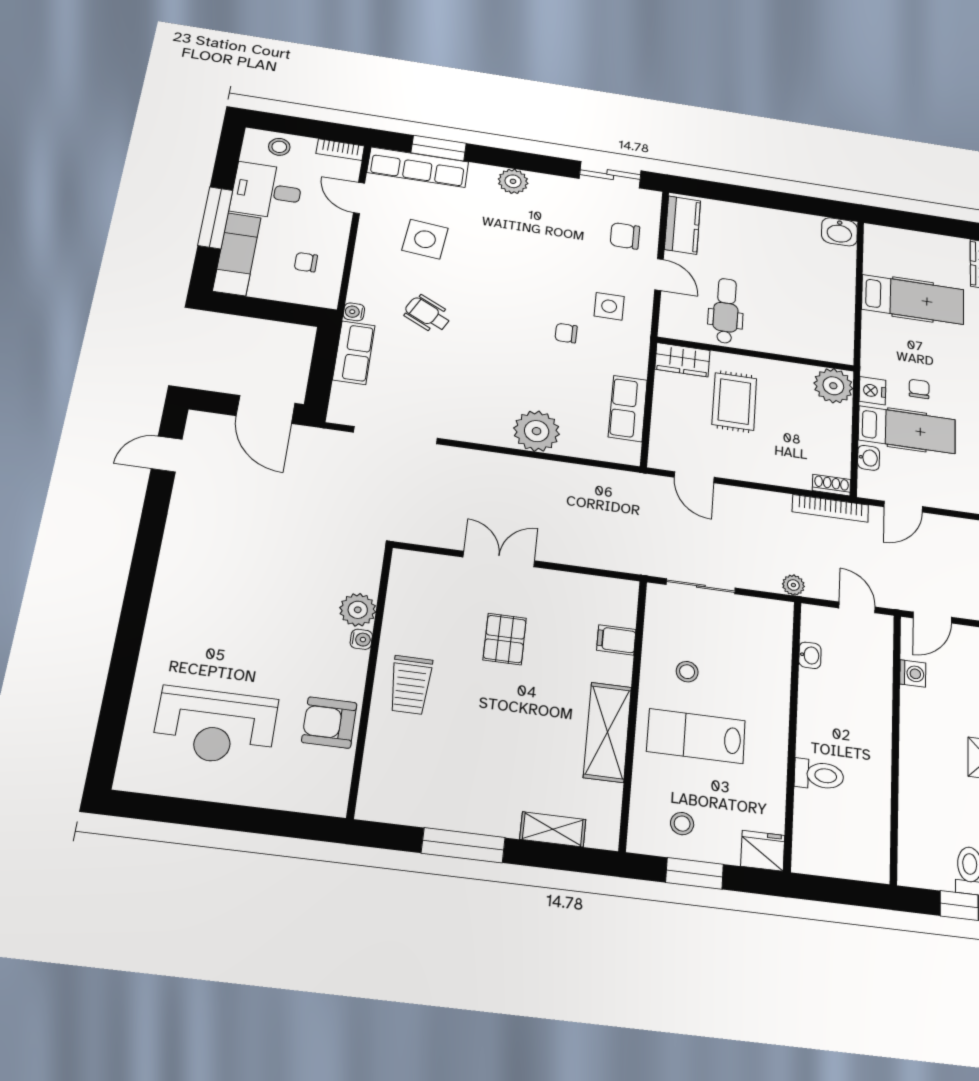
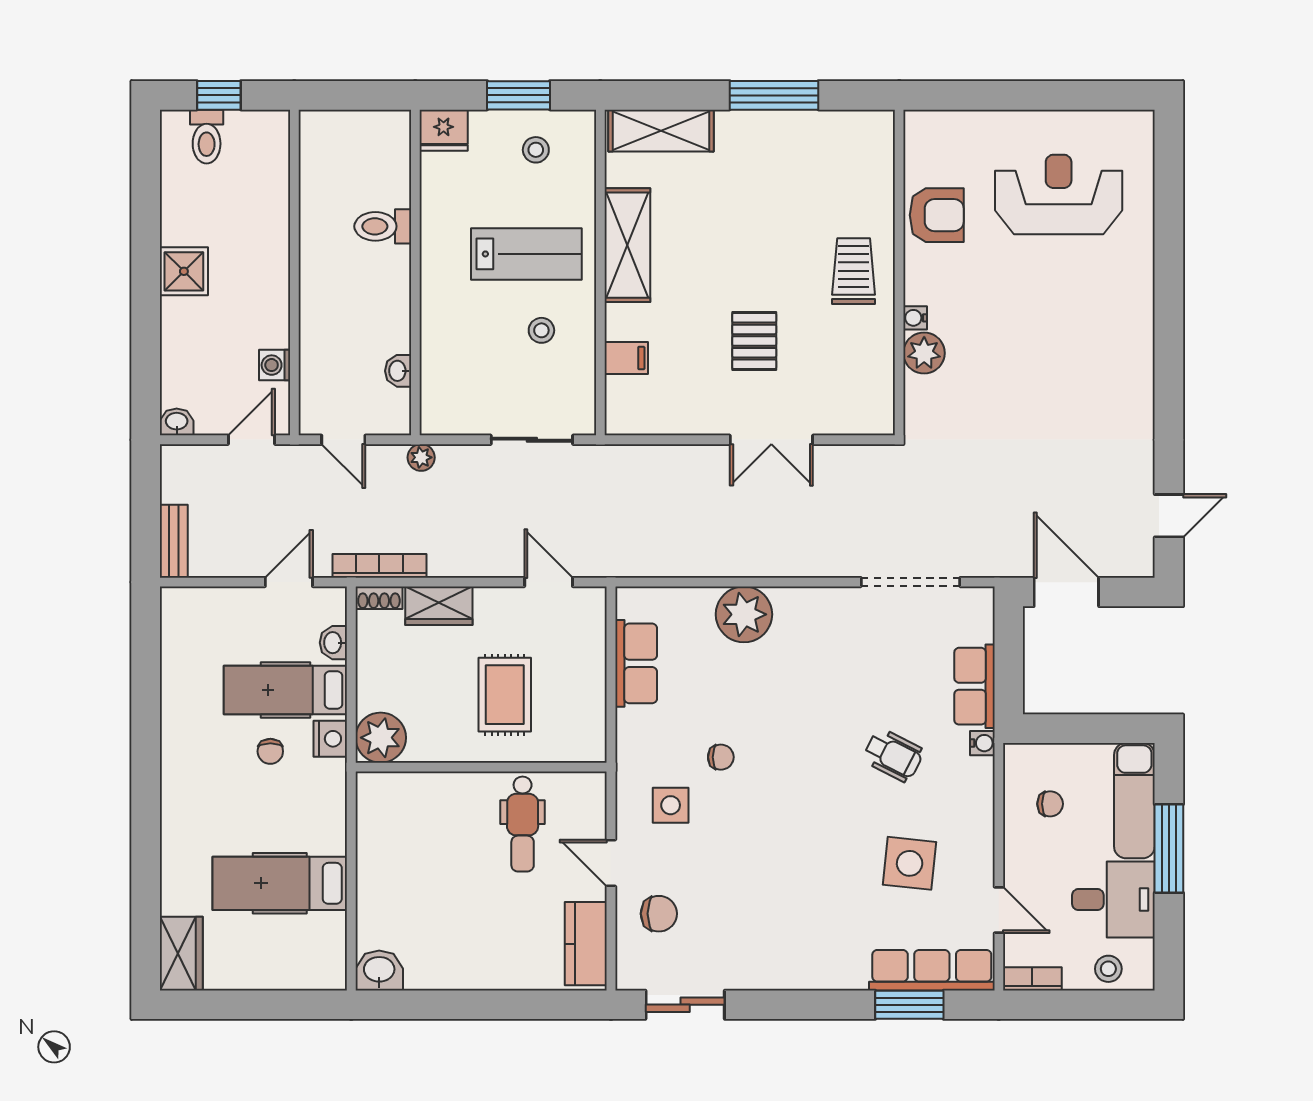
plant: (513, 181) -> (809, 971), removed
wardrobe: (682, 360) -> (439, 606), moved, turned 180
shelving: (553, 829) -> (661, 131), width x1.50, depth x1.33

